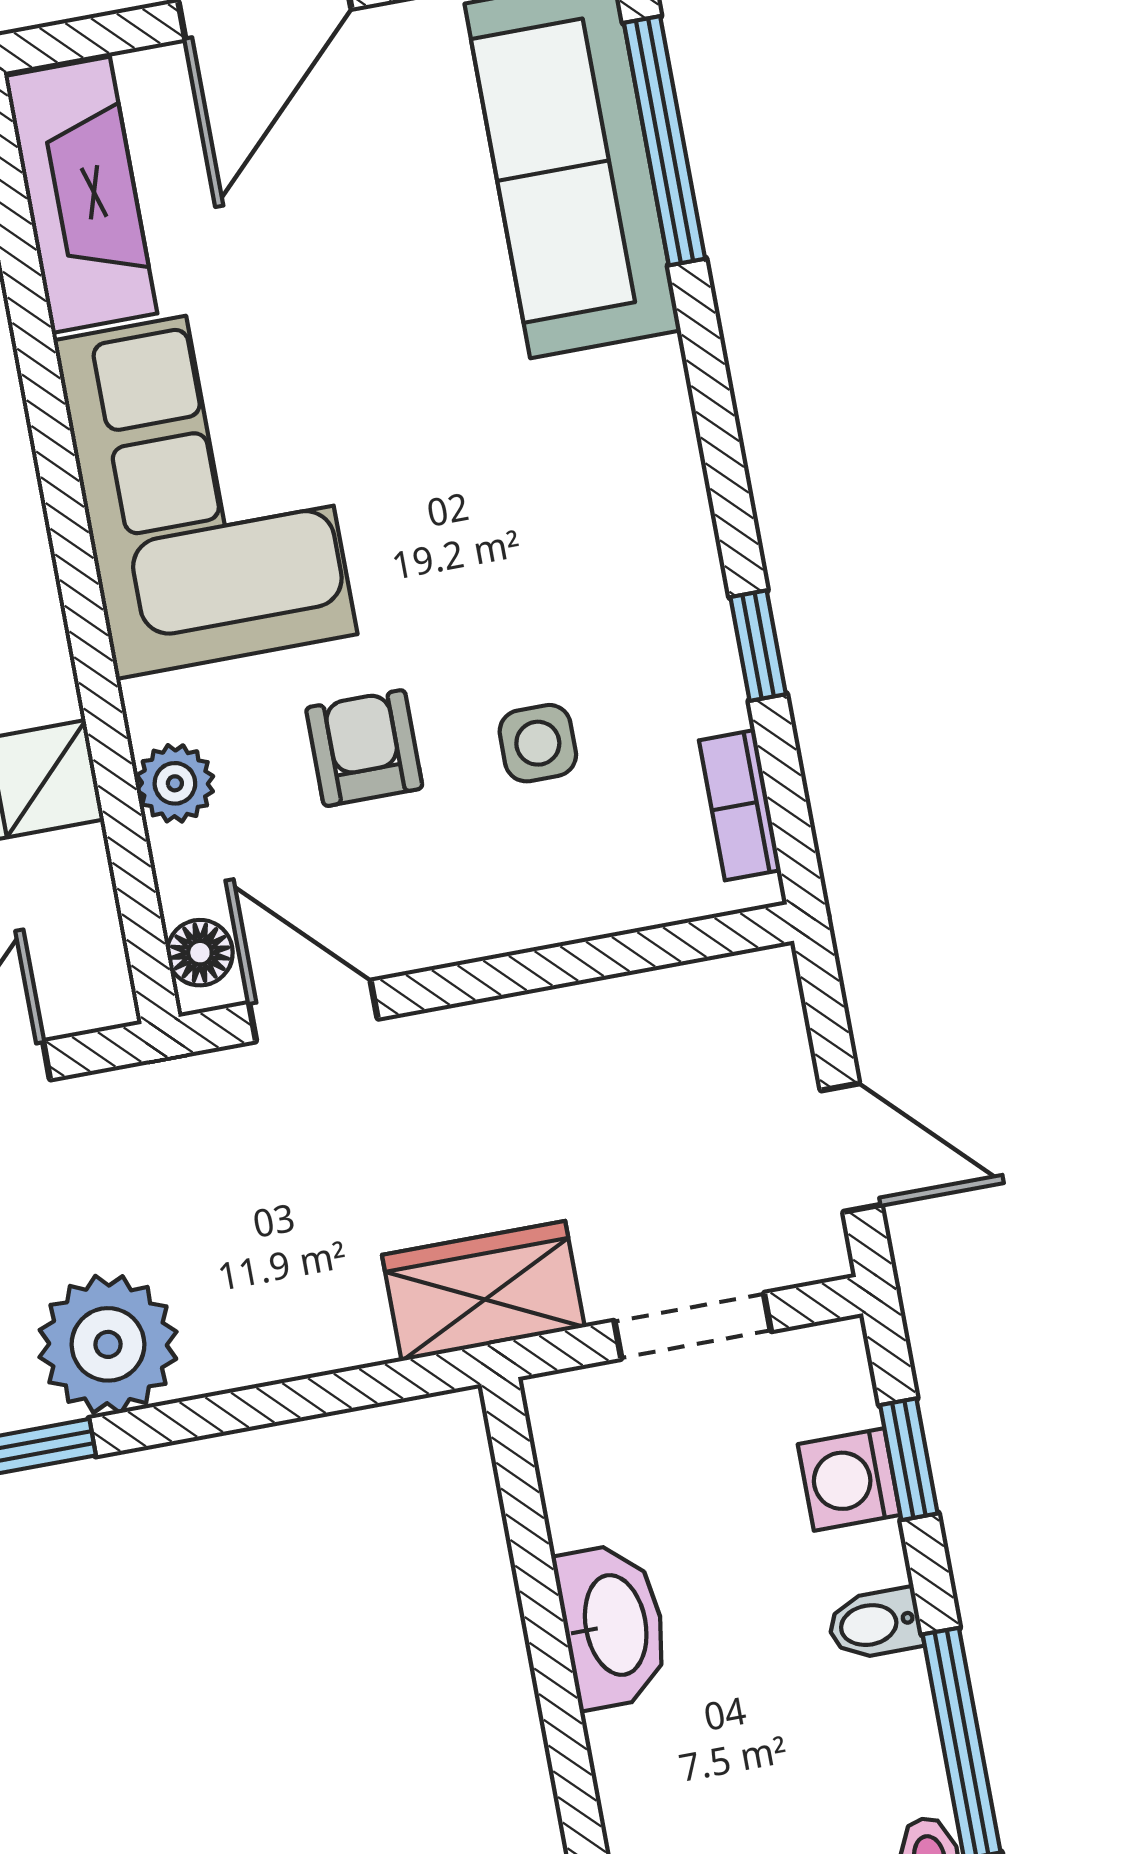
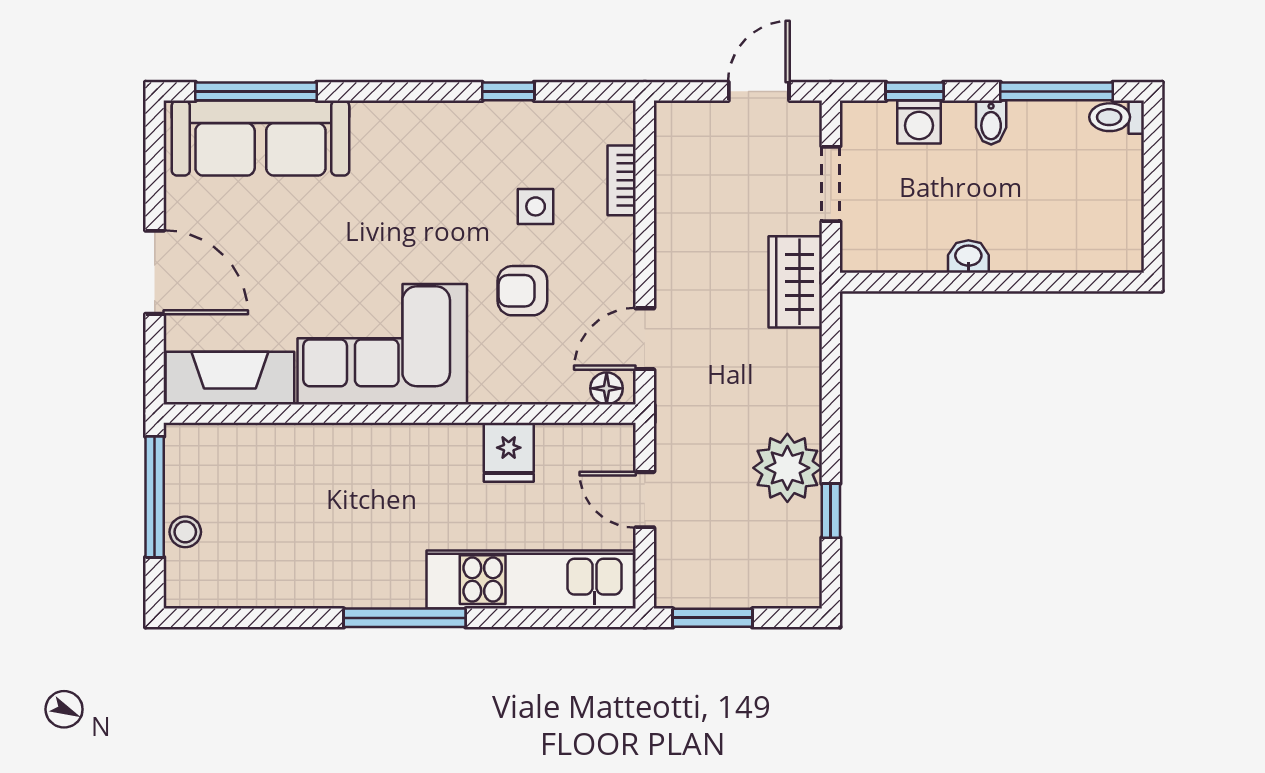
plant: (175, 783) -> (522, 385), removed
bookcase: (740, 805) -> (622, 180), moved, turned 90
washbasin: (613, 1626) -> (968, 257), width x0.52, depth x0.69

